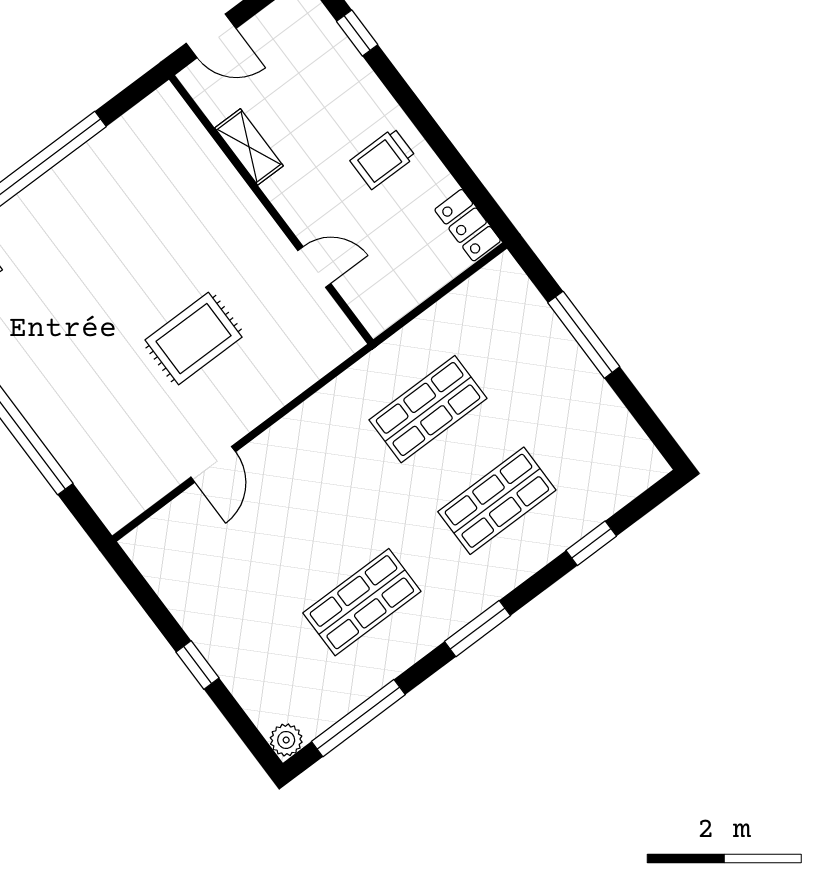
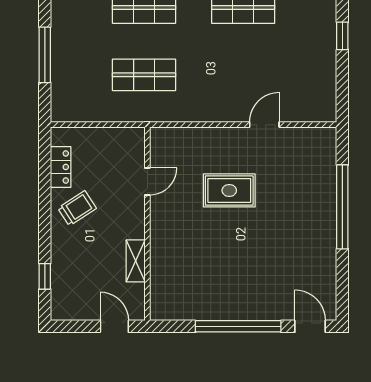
trolley: (383, 159) -> (77, 208), turned -33
locker: (468, 225) -> (61, 167), moved
door: (314, 267) -> (147, 182), swing flipped

